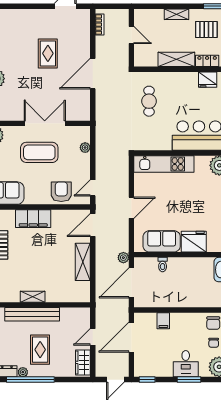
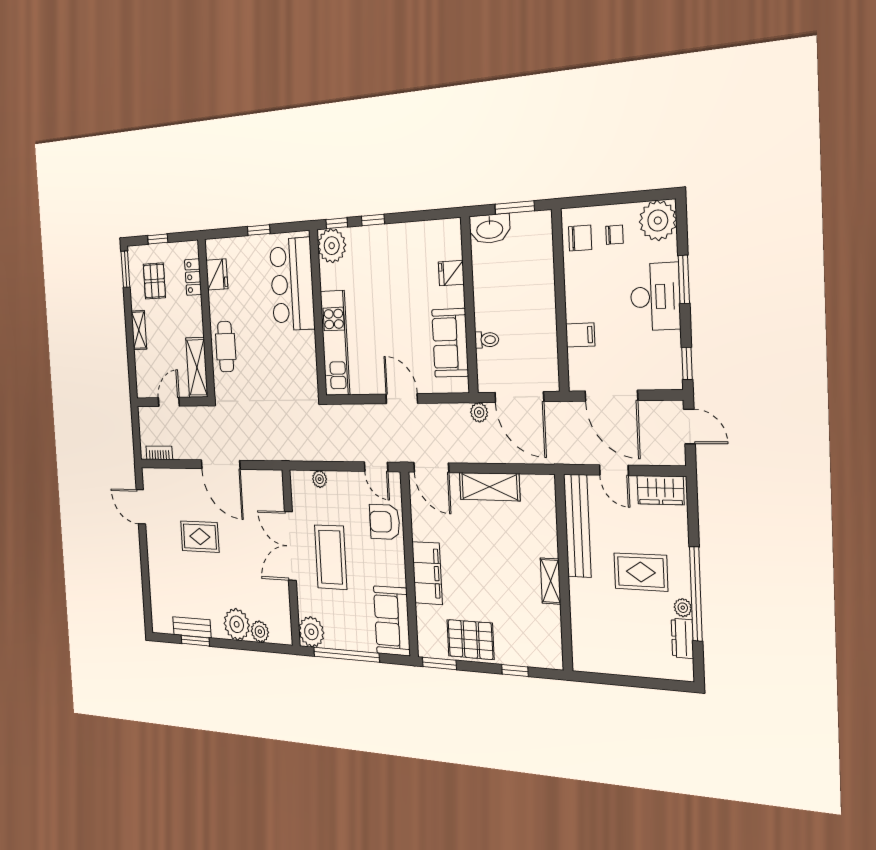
shelving: (176, 59) -> (197, 367), moved
cafe table: (149, 101) -> (226, 347), moved, turned 90
fridge: (194, 242) -> (451, 273), width x0.53, depth x0.75
bench: (32, 314) -> (577, 526), moved
desk: (186, 364) -> (655, 297), width x1.37

